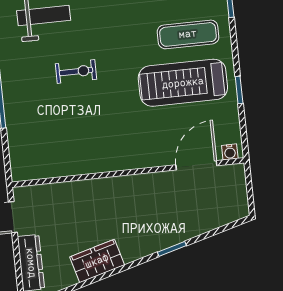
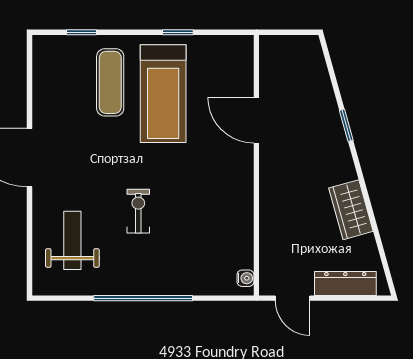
water cooler: (230, 152) -> (245, 278), moved
door: (196, 165) -> (256, 120), moved

